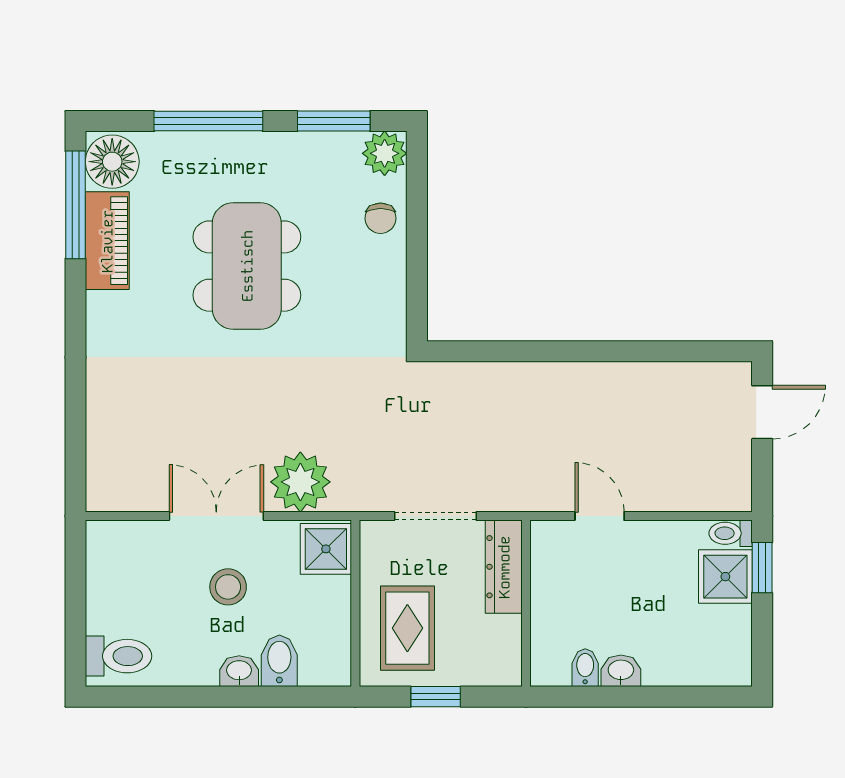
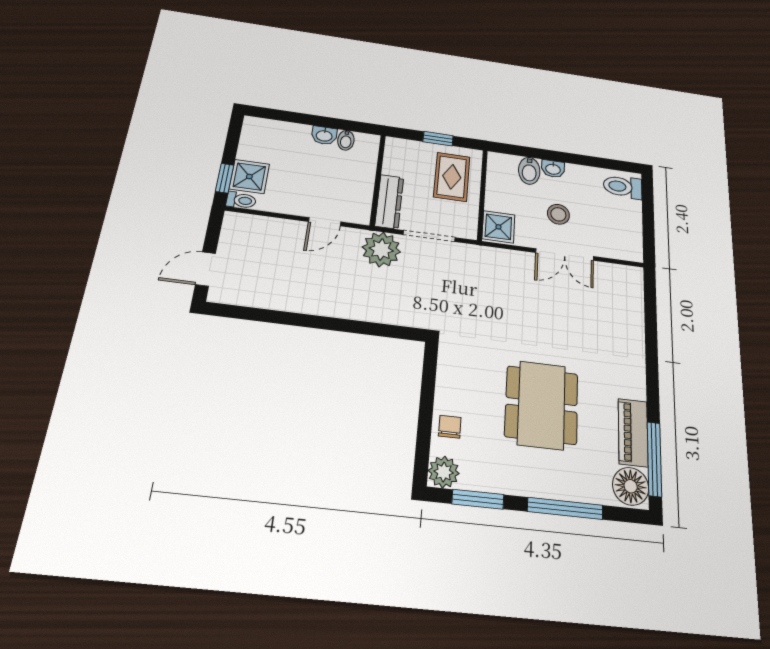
plant: (300, 482) -> (381, 249), moved
door: (600, 516) -> (325, 222), hinge flipped

